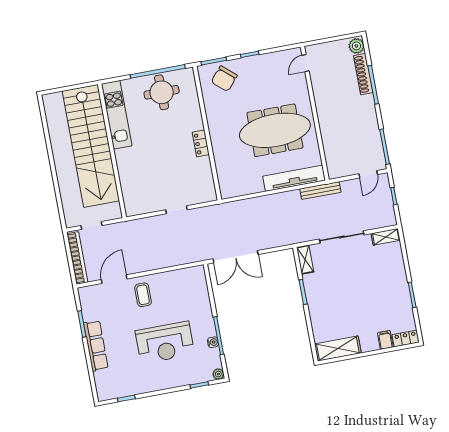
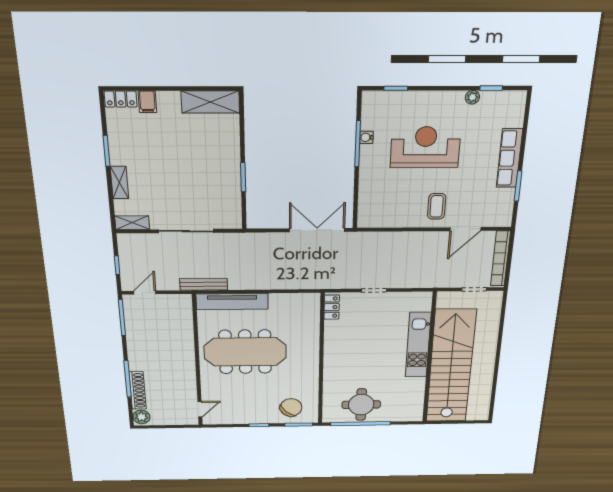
kitchen unit: (117, 115) -> (418, 345), moved
locker: (201, 143) -> (332, 307), moved
shelving: (305, 260) -> (119, 183), moved
plant: (218, 374) -> (472, 97), moved

